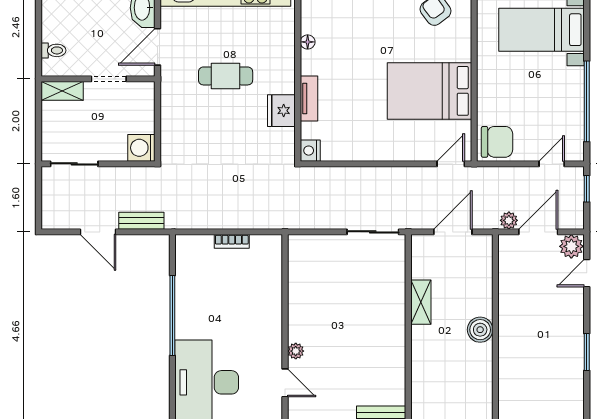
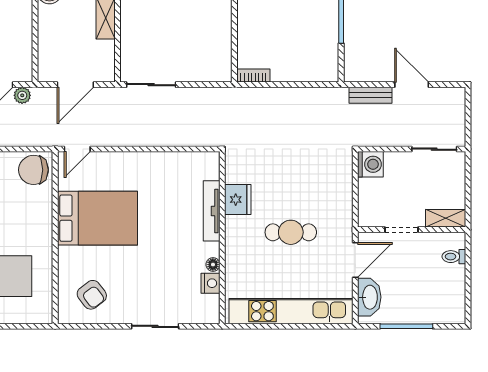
tv unit: (309, 99) -> (212, 211), width x1.41
nightstand: (310, 151) -> (211, 283), moved
bookcase: (232, 241) -> (253, 76), moved

